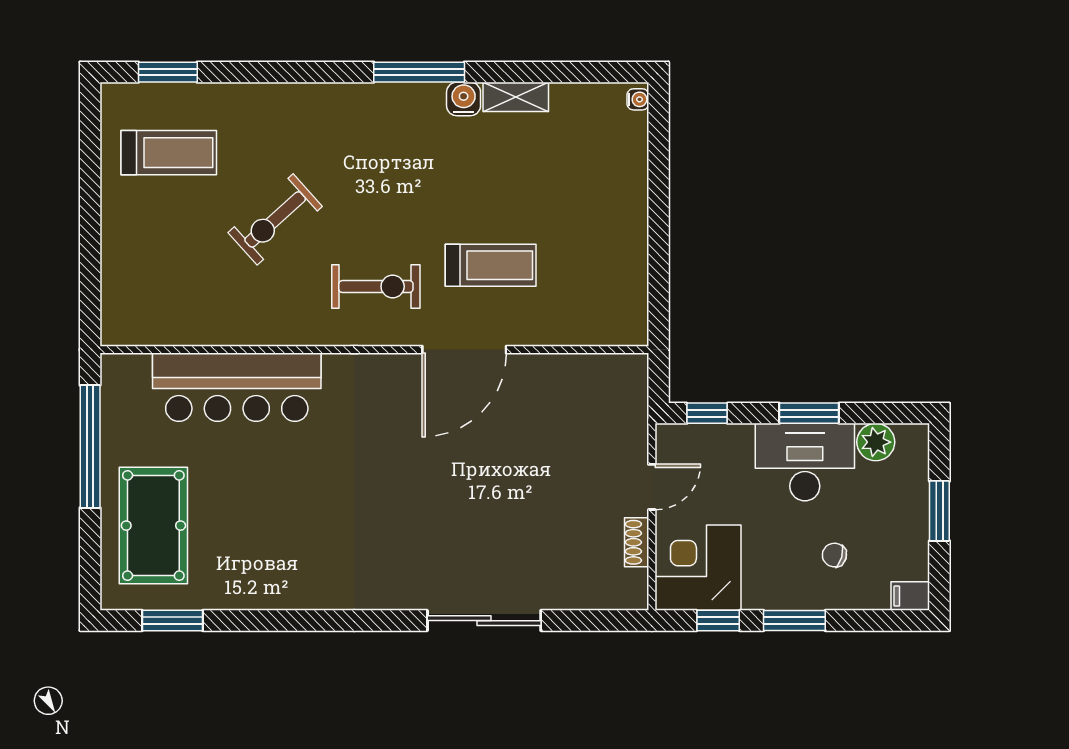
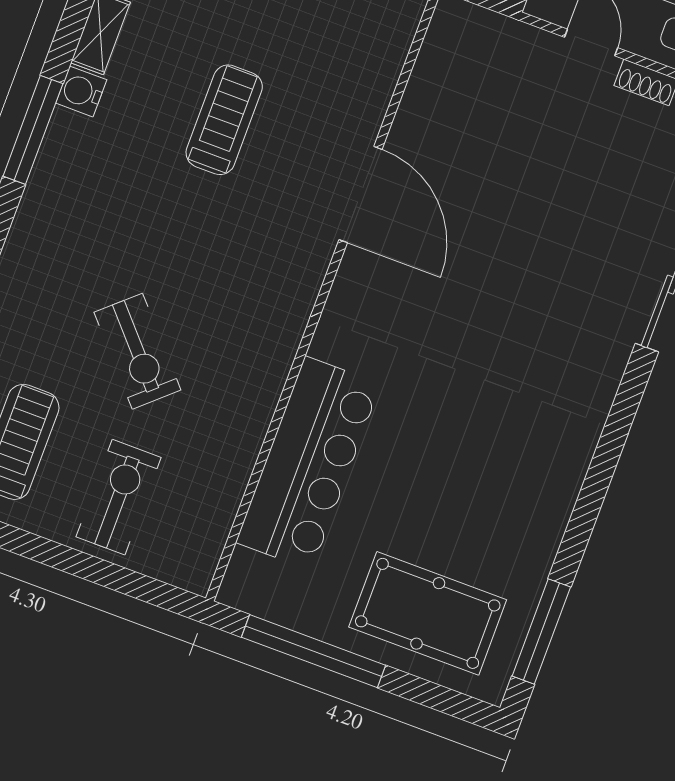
treadmill: (491, 265) -> (224, 120), moved
exercise bike: (376, 287) -> (119, 497), moved
window: (172, 621) -> (541, 632), width x1.44

